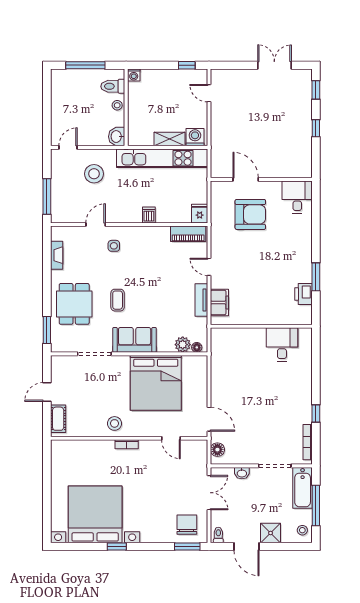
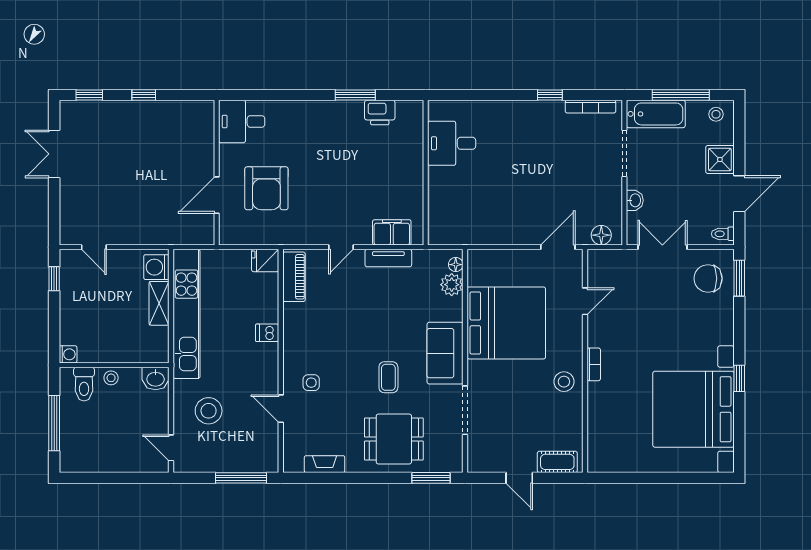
door: (209, 93) -> (94, 247), hinge flipped
armchair: (250, 214) -> (266, 188), turned 180
coffee table: (118, 300) -> (388, 377), turned 90

